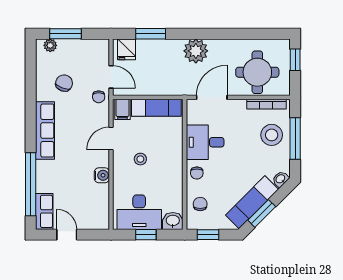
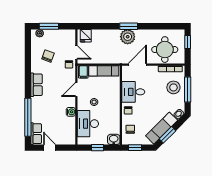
window: (151, 34) -> (129, 26), moved
row of seats: (45, 131) -> (37, 85), width x0.68
desk: (139, 212) -> (88, 124), moved, turned 90

